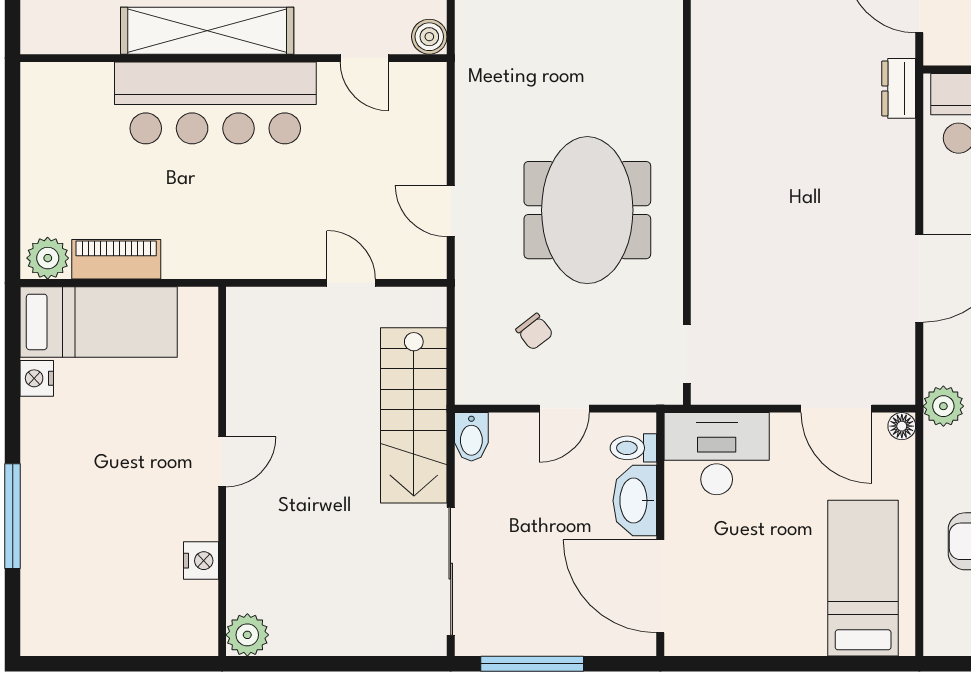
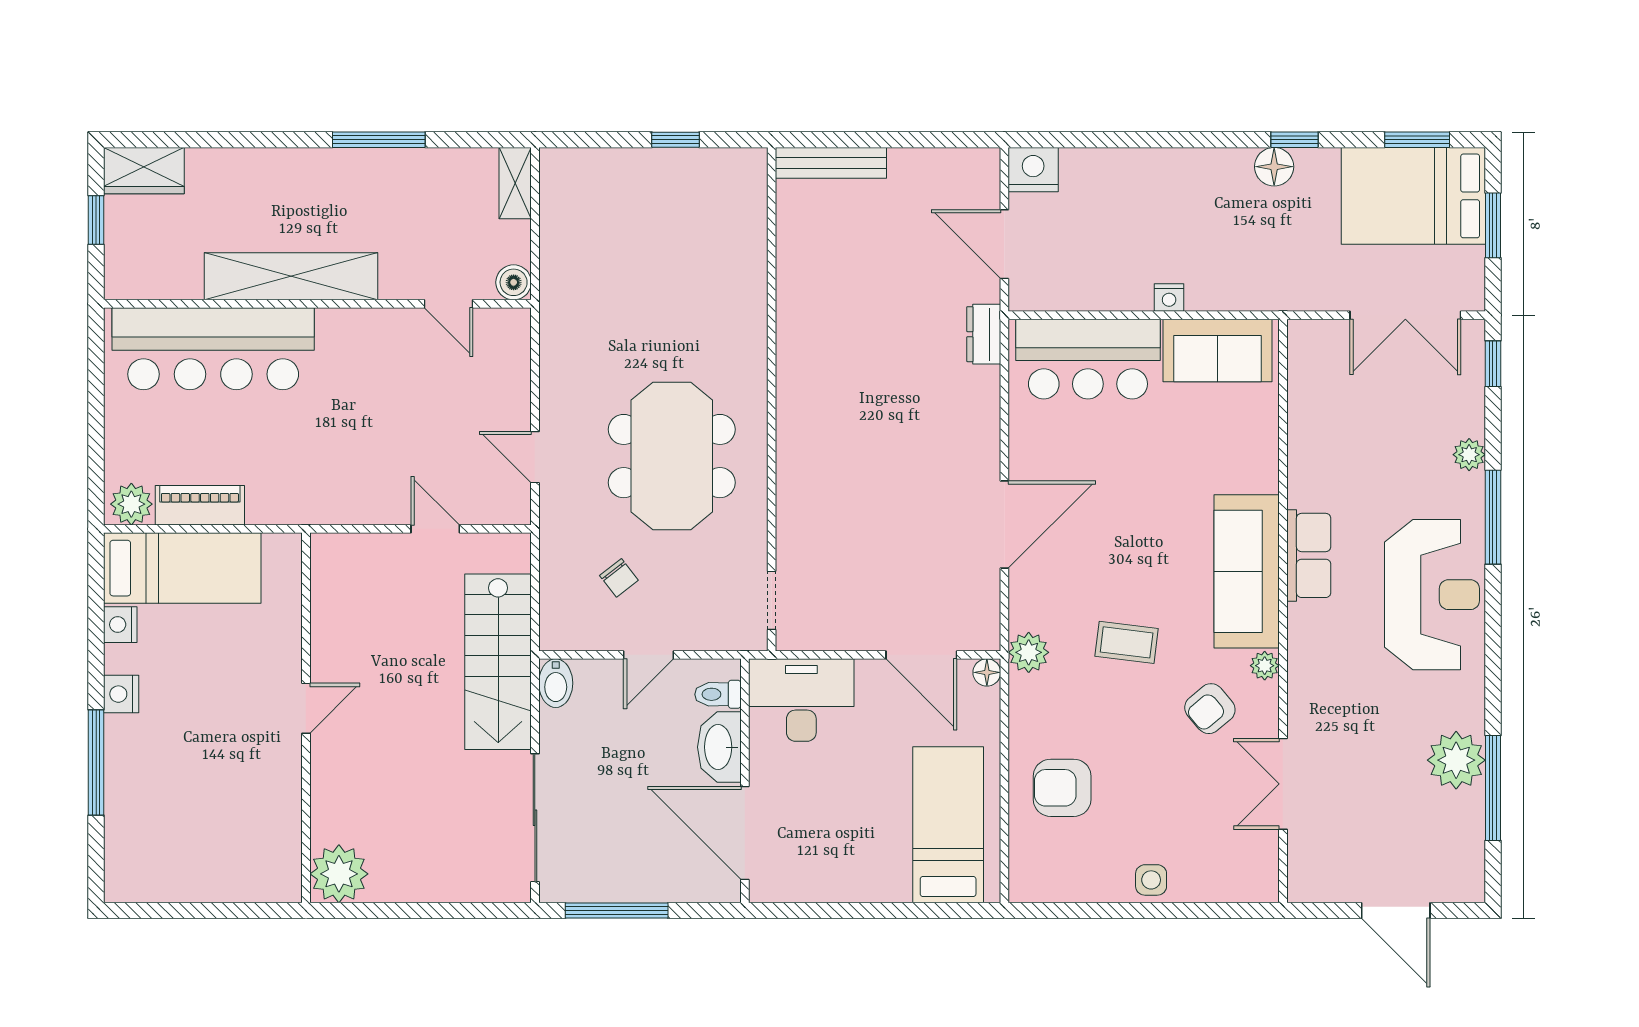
bar counter: (215, 103) -> (213, 349), moved
nightstand: (201, 561) -> (121, 694), moved, turned 180
plant: (247, 635) -> (339, 874), width x1.36, depth x1.36

